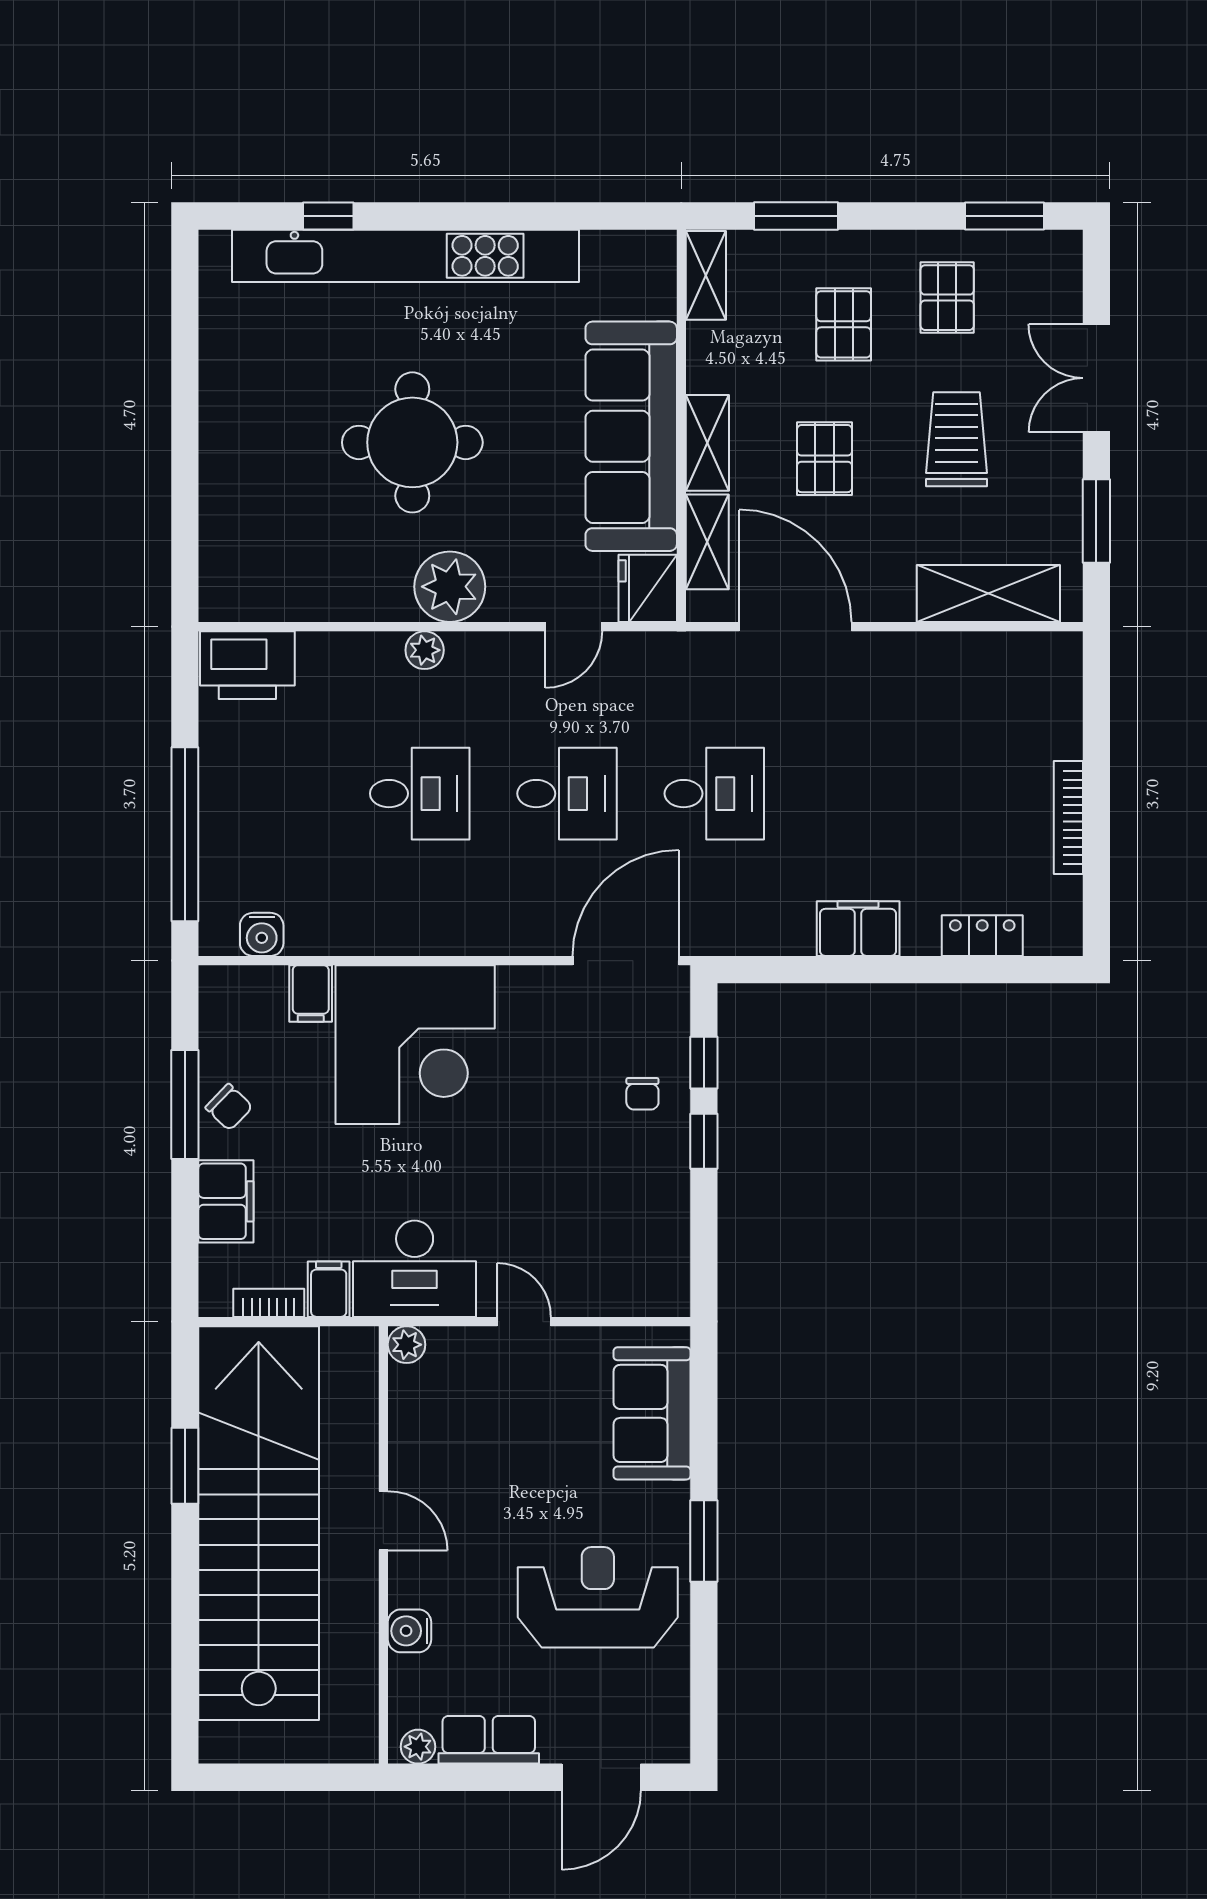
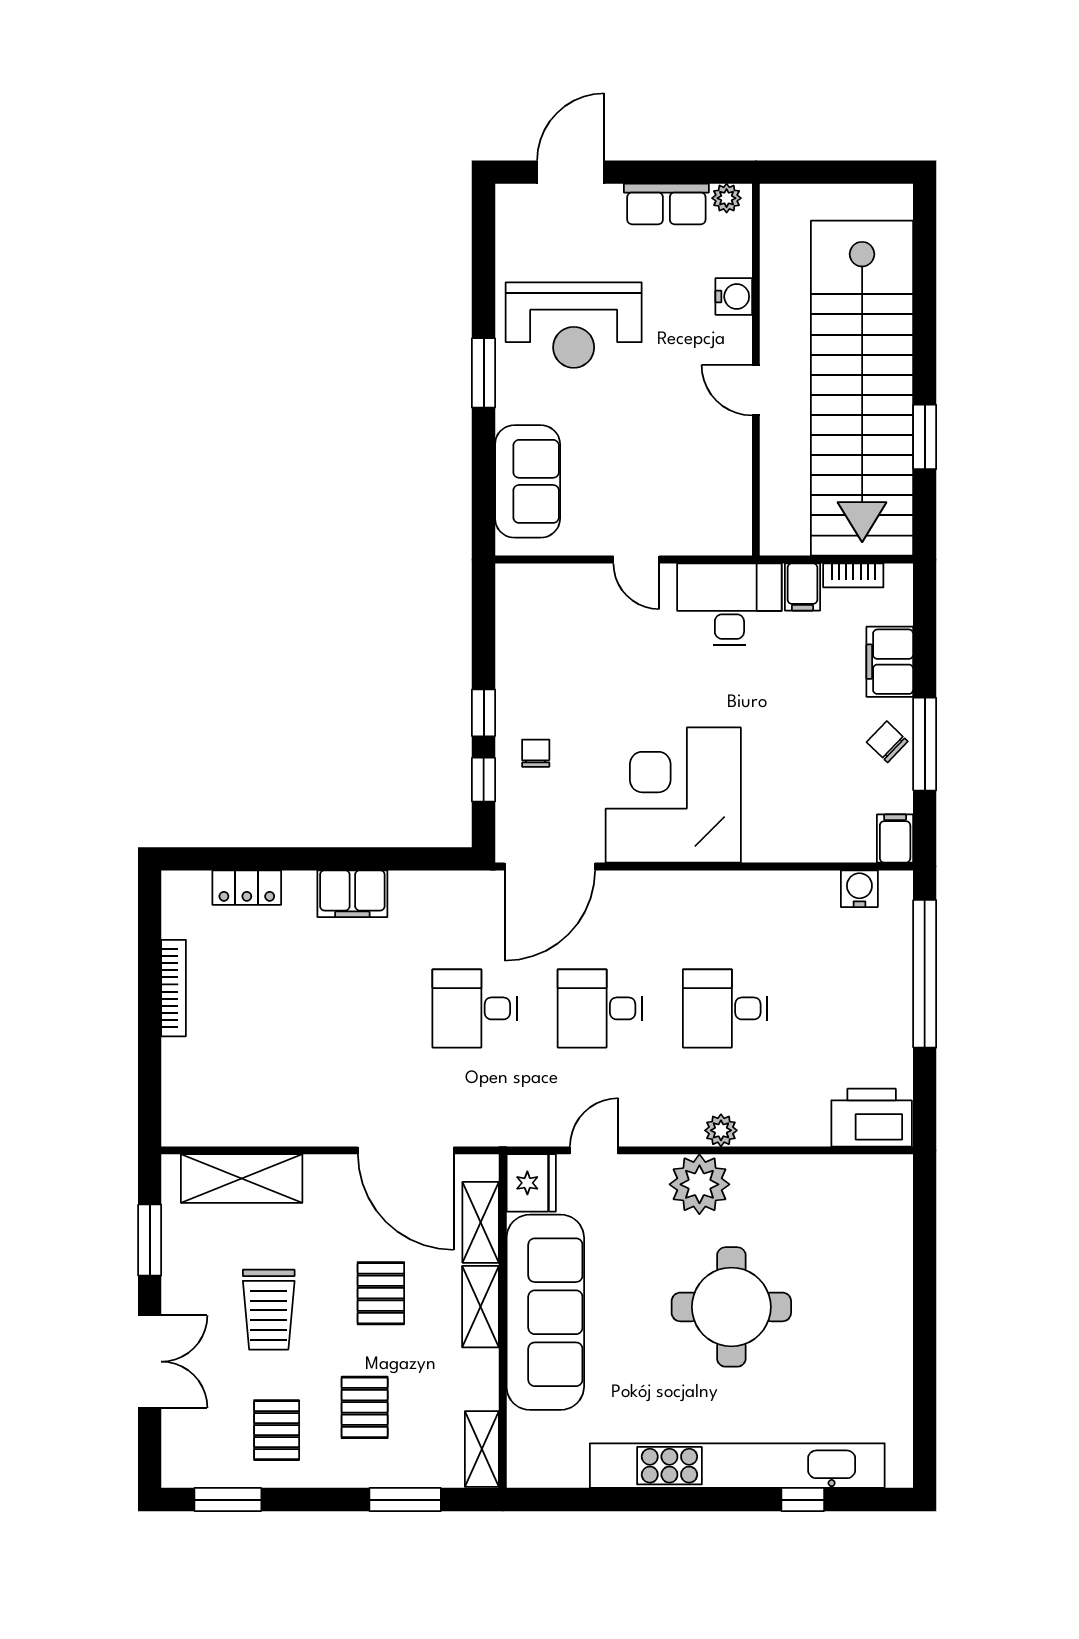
filing cabinet: (311, 993) -> (895, 838), moved
corner desk: (415, 1045) -> (673, 795), moved
plant: (407, 1345) -> (736, 540), removed

